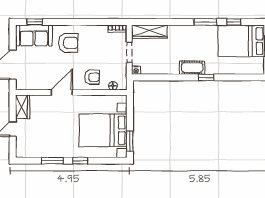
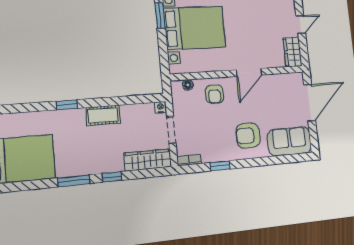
window: (35, 22) -> (220, 166), moved
window: (234, 22) -> (112, 177), moved
cot: (192, 68) -> (103, 115), moved
armchair: (92, 77) -> (214, 94), turned -89

